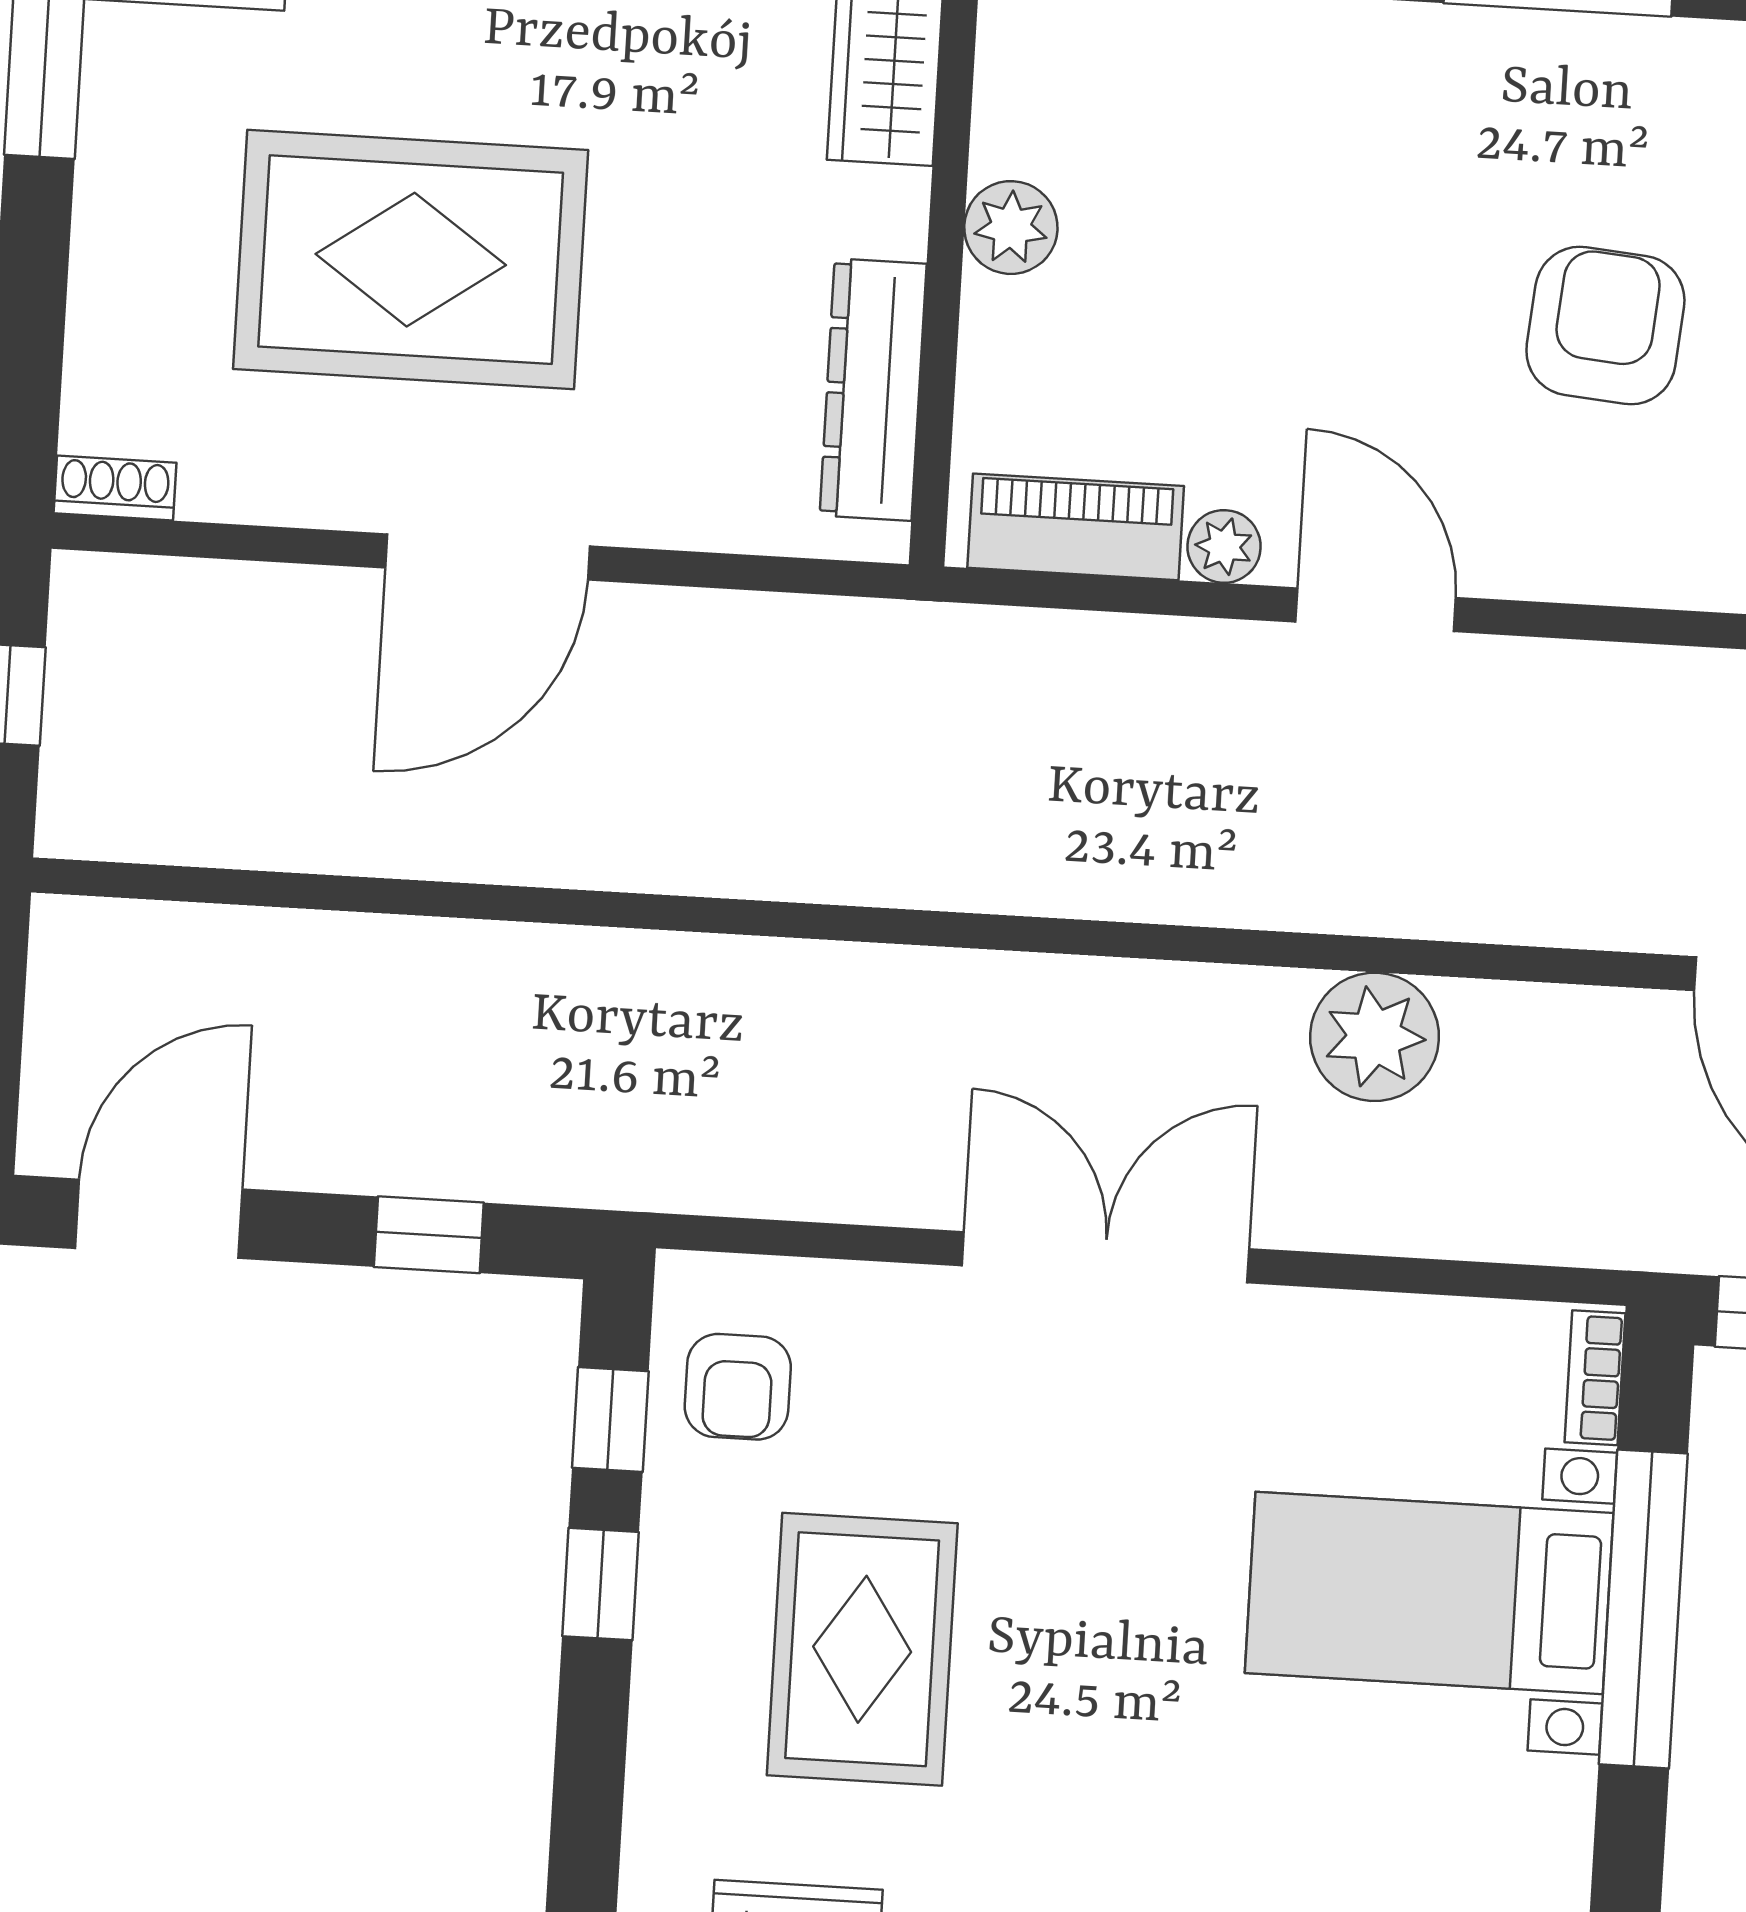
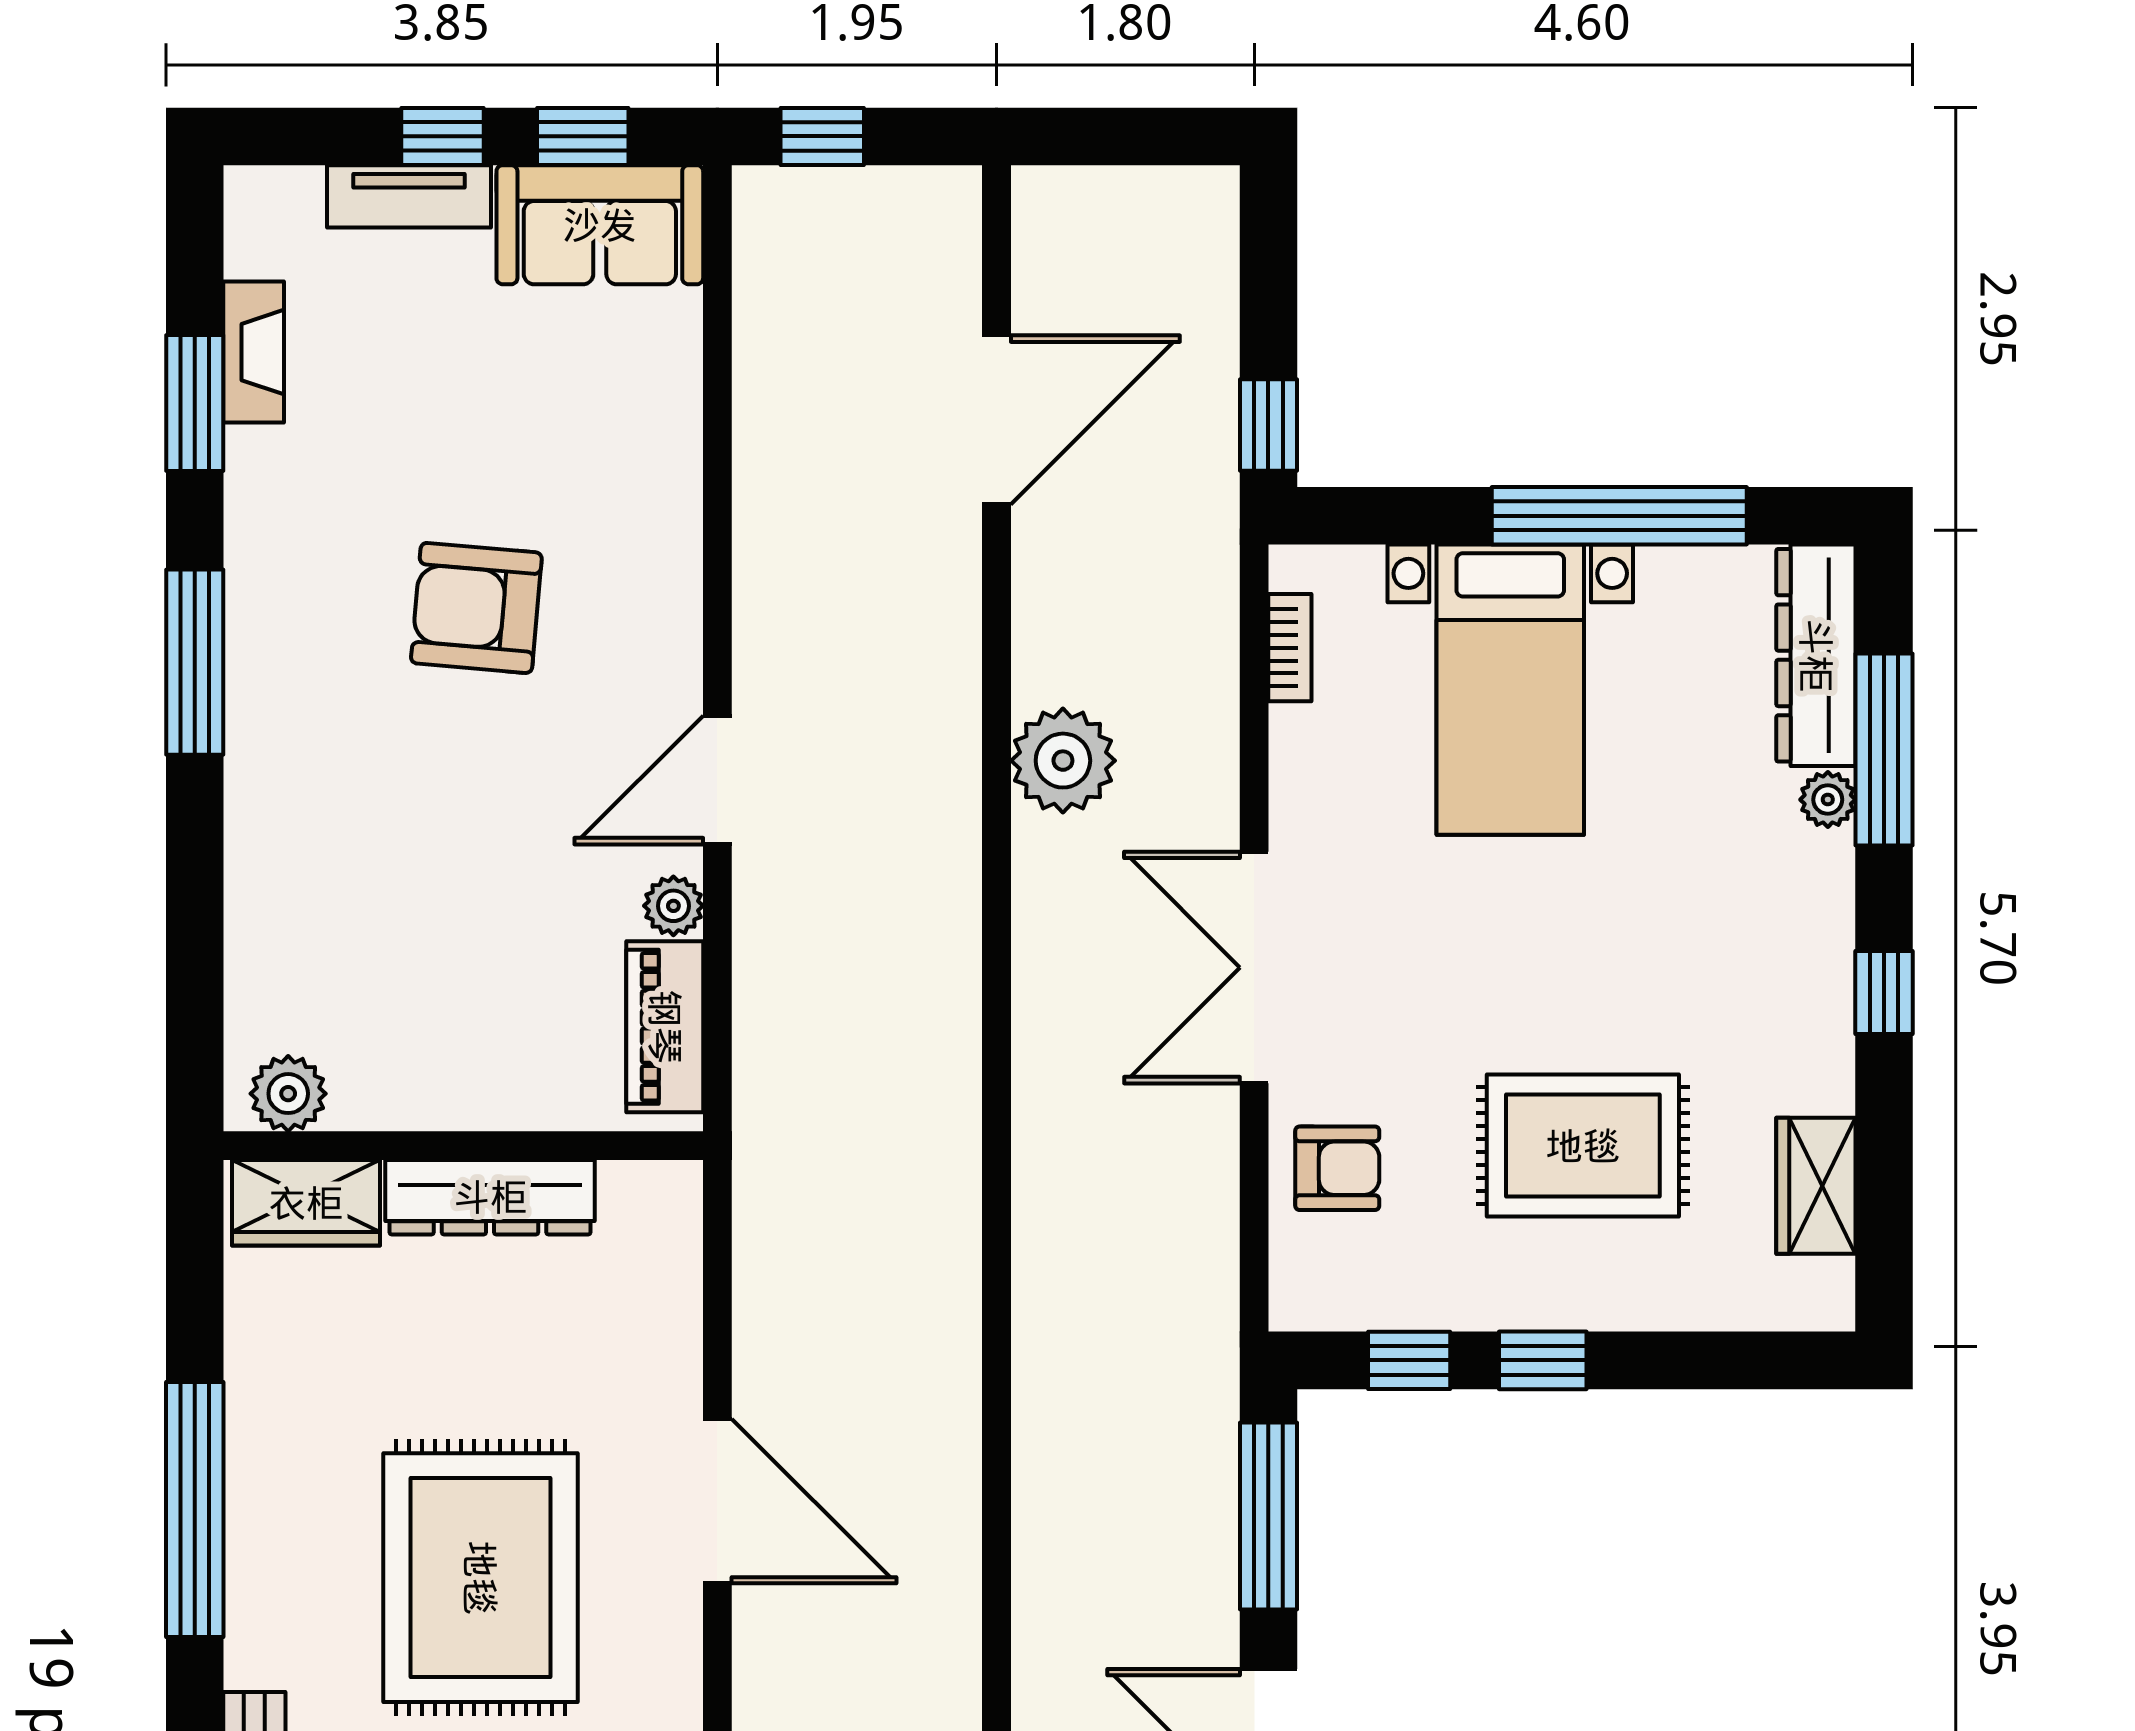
plant: (1011, 228) -> (288, 1094), moved
dresser: (873, 390) -> (490, 1197), moved
window: (429, 1235) -> (1268, 1516), width x2.17
bookcase: (1595, 1378) -> (1290, 648), moved, turned -90
armchair: (738, 1387) -> (1337, 1168), moved
window: (1643, 1609) -> (1619, 516), moved

